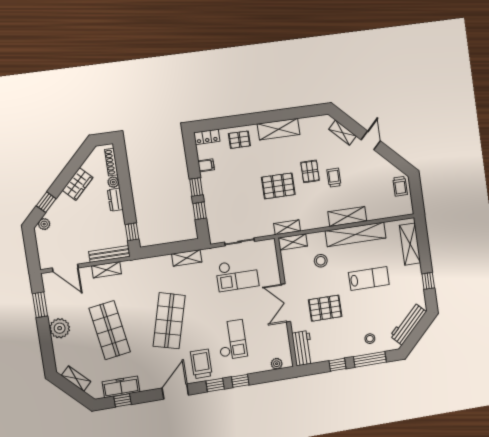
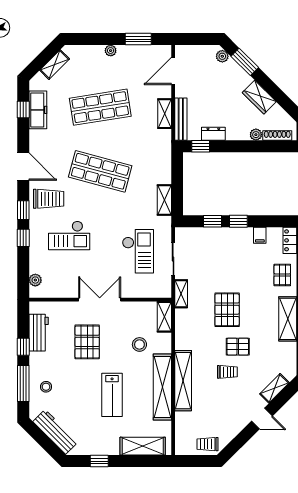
dresser: (115, 200) -> (213, 134), moved
window: (46, 202) -> (245, 62), width x1.50
shelving: (347, 216) -> (183, 381), width x1.47
shelving: (287, 227) -> (181, 294), moved
checkout: (237, 275) -> (138, 251), turned 180
plant: (60, 328) -> (111, 51), width x0.53, depth x0.53
workbench: (303, 348) -> (39, 333), moved, turned -90

